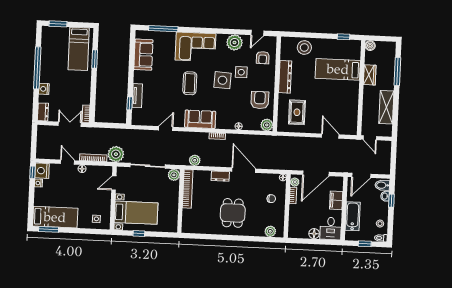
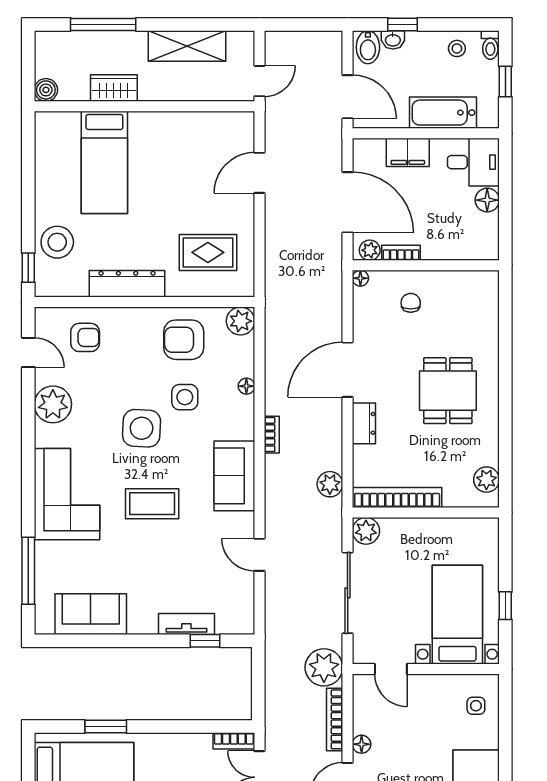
window: (343, 37) -> (28, 268), moved
side table: (241, 72) -> (185, 397), moved
dining table: (233, 213) -> (448, 391), turned 90
plant: (270, 231) -> (486, 480), moved

